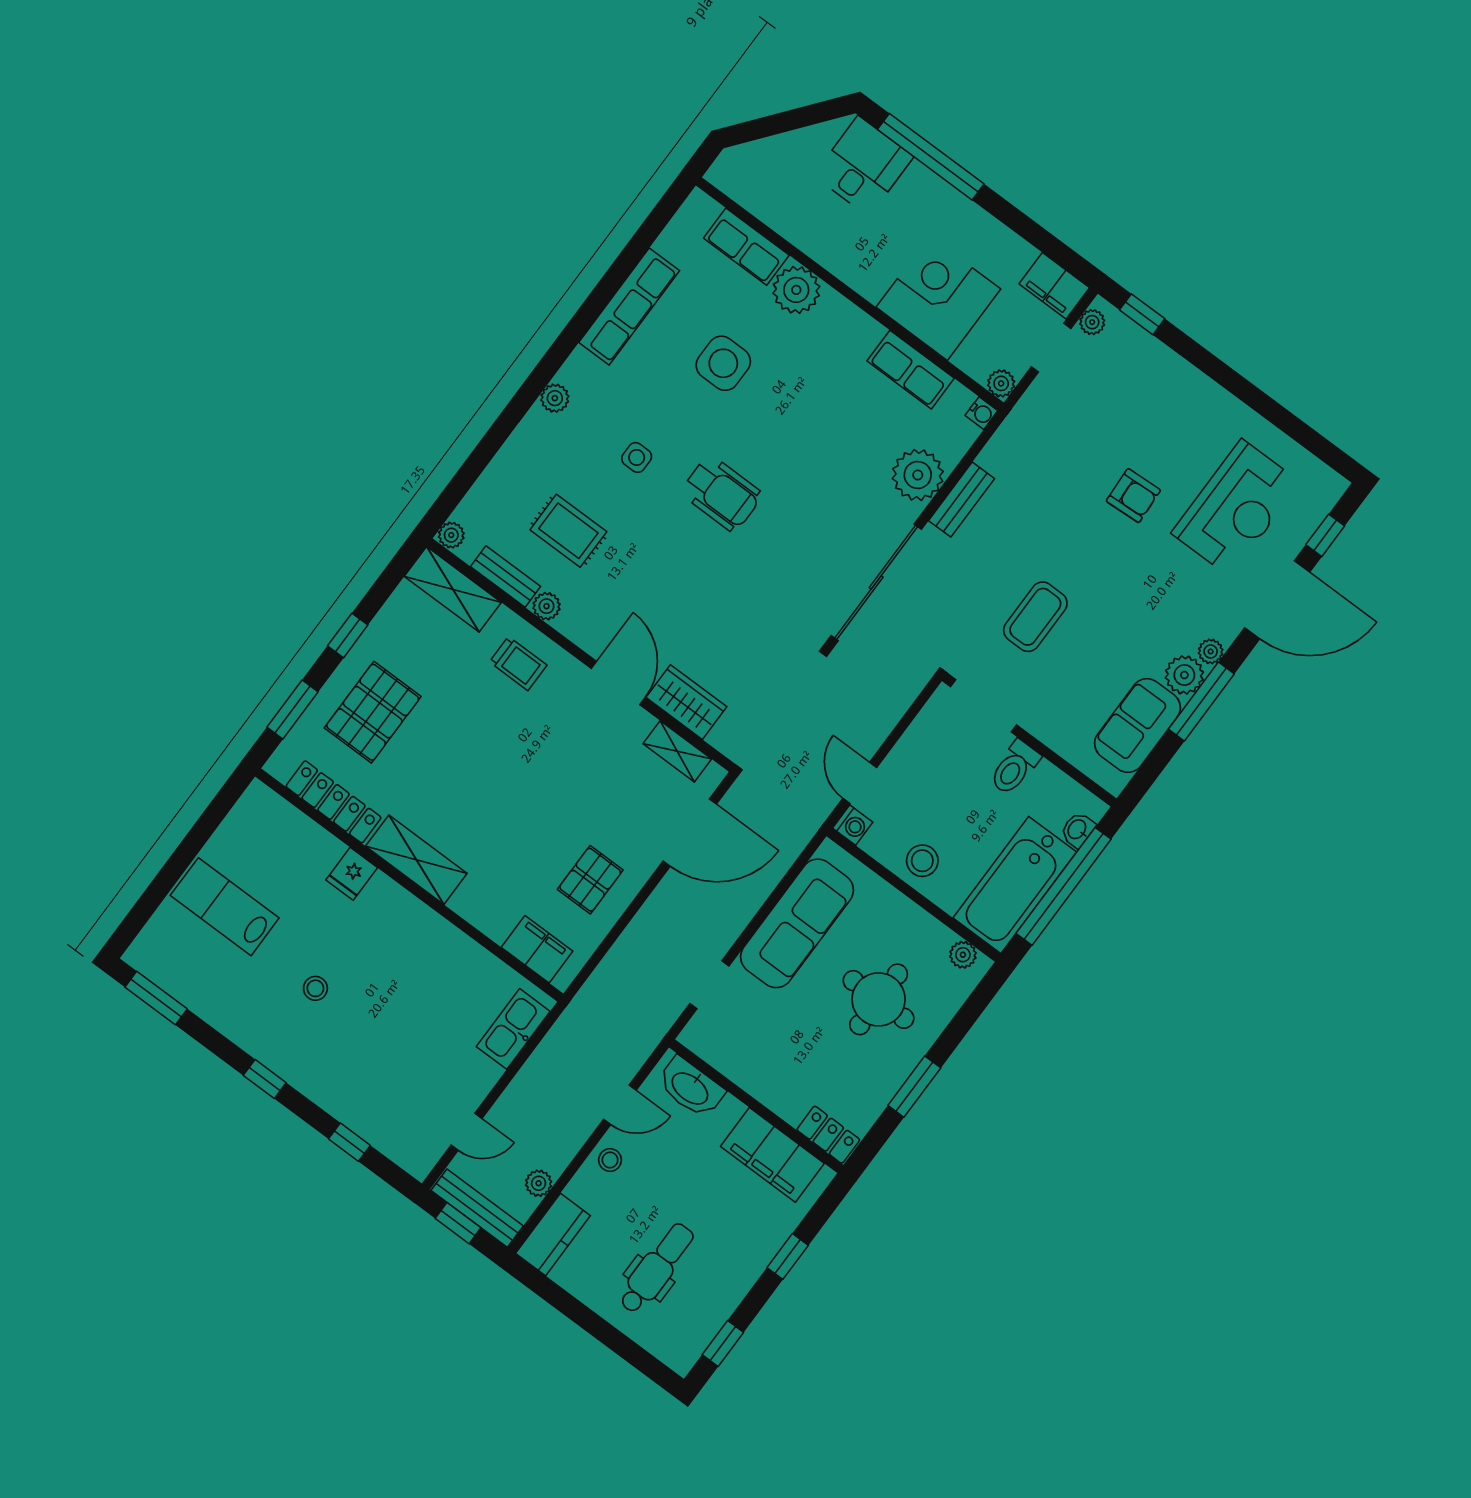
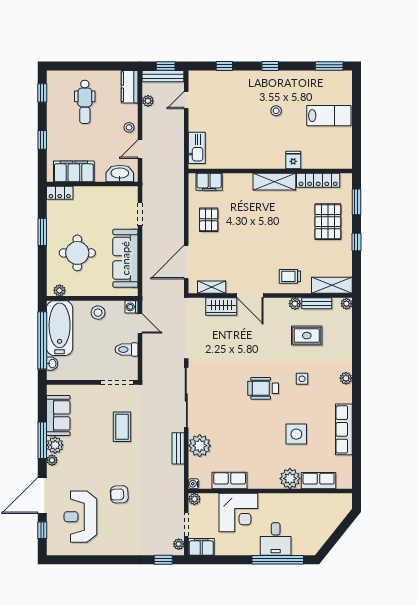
desk: (863, 166) -> (276, 539), moved
toilet: (1015, 768) -> (126, 350), moved, turned -90

